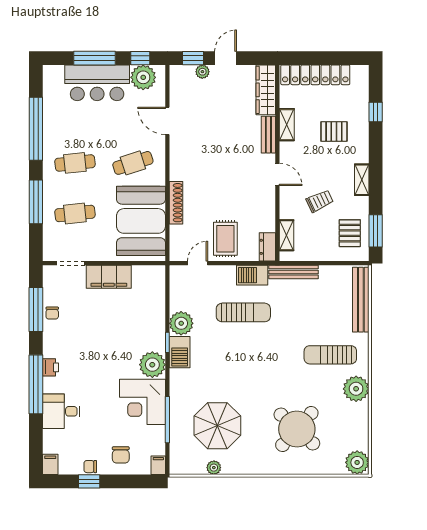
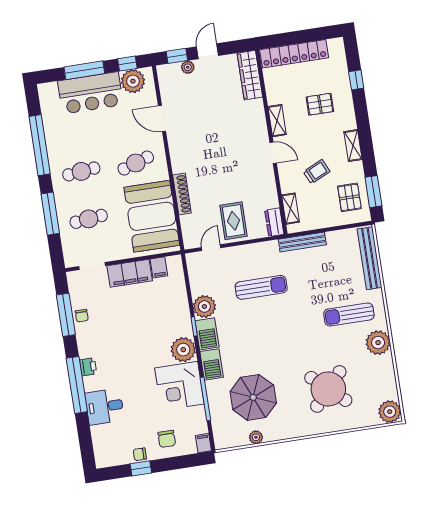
shelving: (287, 125) -> (277, 121), moved
bench: (268, 135) -> (259, 117), removed
barbecue: (252, 275) -> (212, 364), moved, turned -90
filing cabinet: (50, 464) -> (159, 267), moved, turned 180

